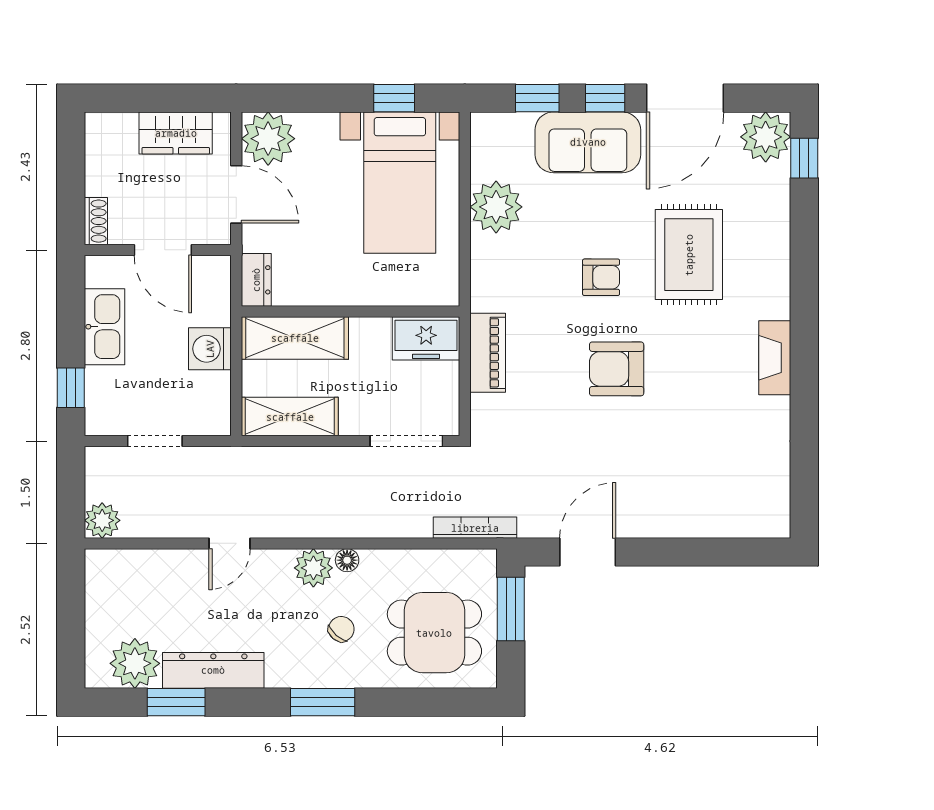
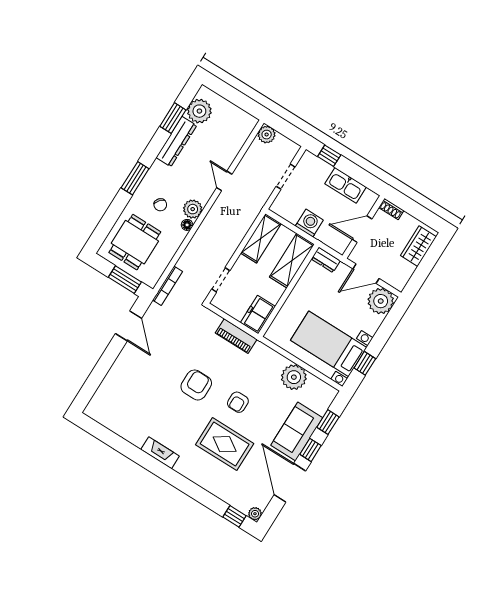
wardrobe: (176, 133) -> (418, 246), moved
plant: (766, 137) -> (255, 514), width x0.53, depth x0.53
doorway: (406, 441) -> (221, 280), width x0.73

